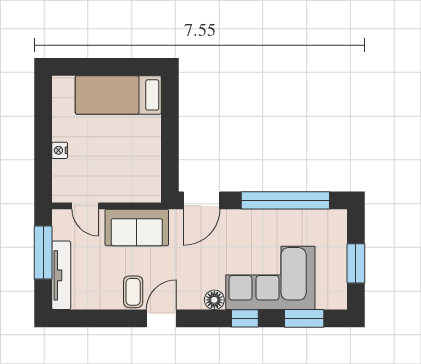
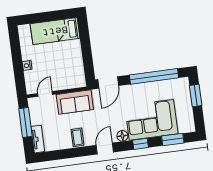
door: (85, 206) -> (45, 94), swing flipped
window: (356, 263) -> (196, 96), moved
tv unit: (61, 275) -> (38, 139), width x0.71
door: (161, 318) -> (105, 149), moved

